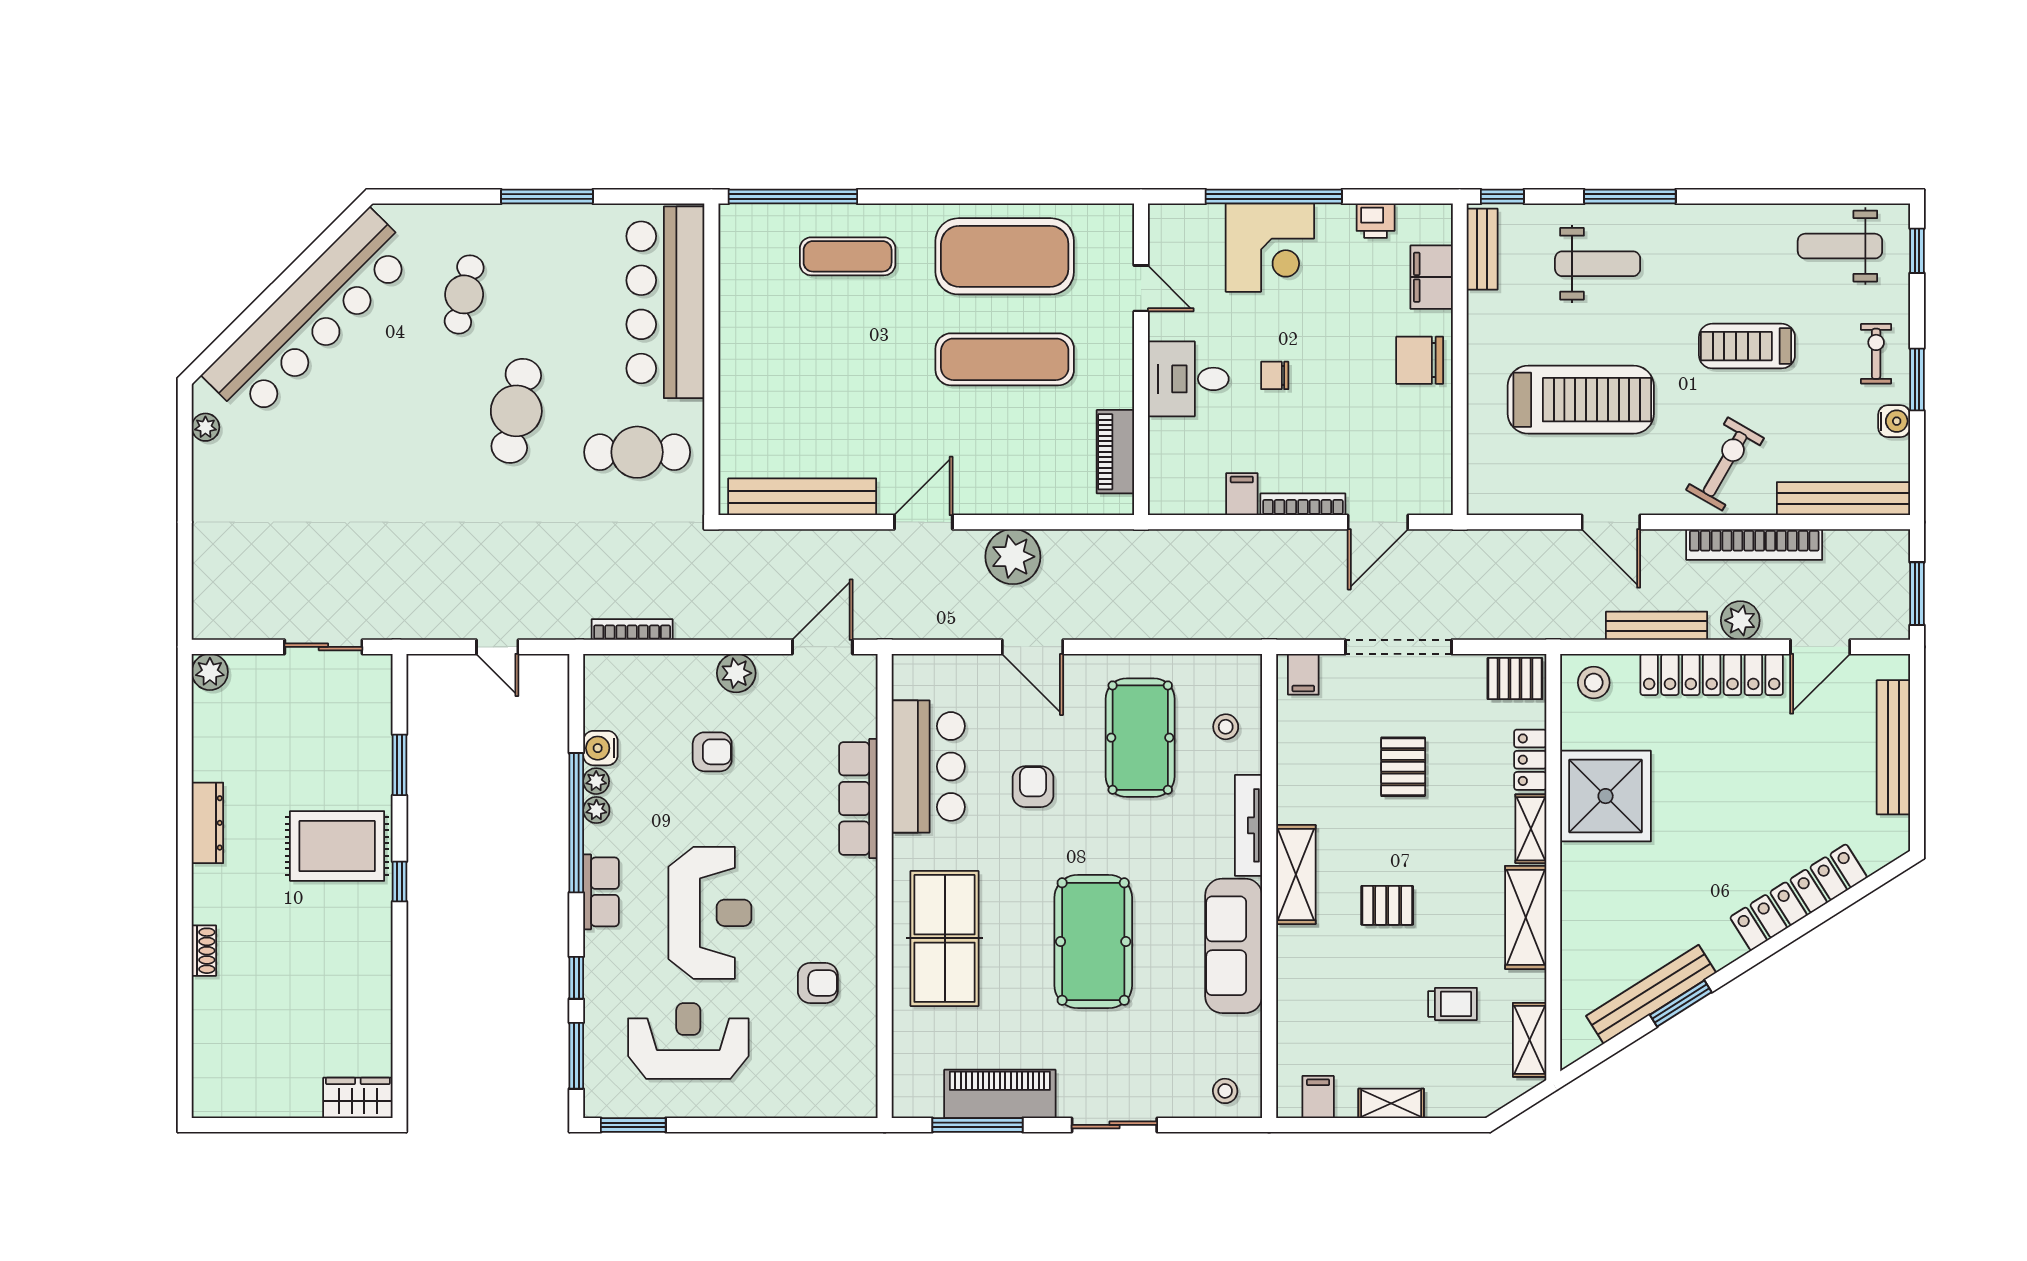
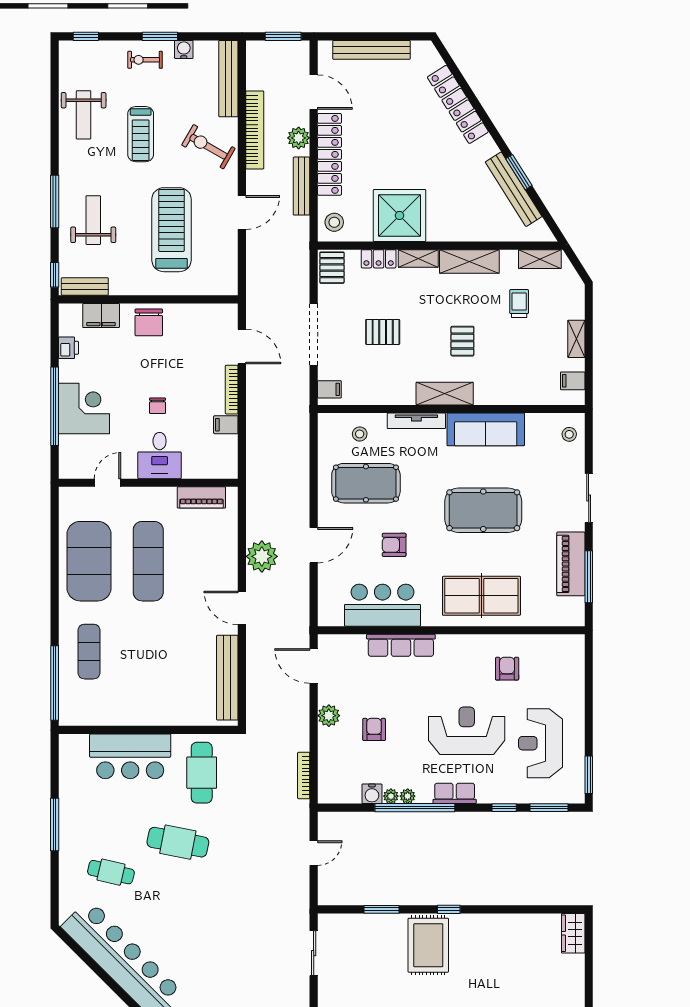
weight bench: (1840, 246) -> (84, 115), moved
bar counter: (665, 302) -> (130, 756), width x0.73

